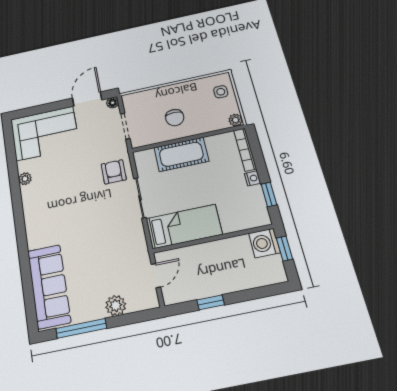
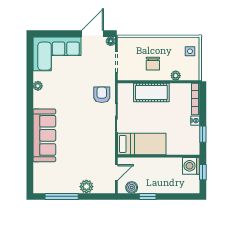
plant: (236, 120) -> (176, 76), moved
sofa: (49, 286) -> (44, 135), moved
boiler: (183, 293) -> (132, 187), added

